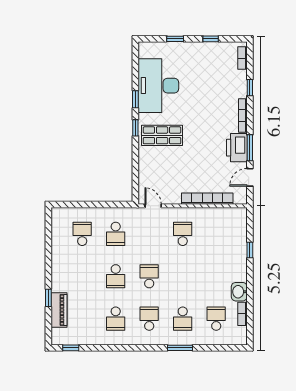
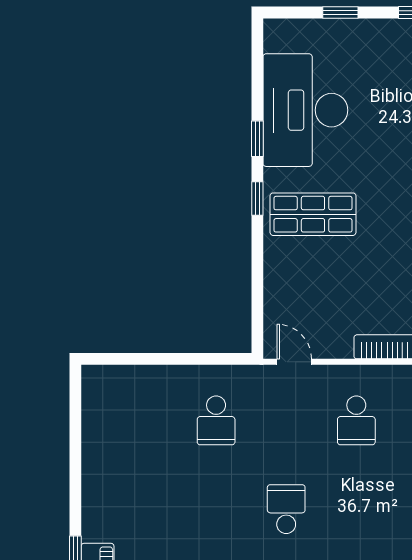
school desk: (82, 234) -> (146, 420), removed
school desk: (183, 234) -> (356, 420), turned 180
school desk: (116, 276) -> (216, 509), removed

